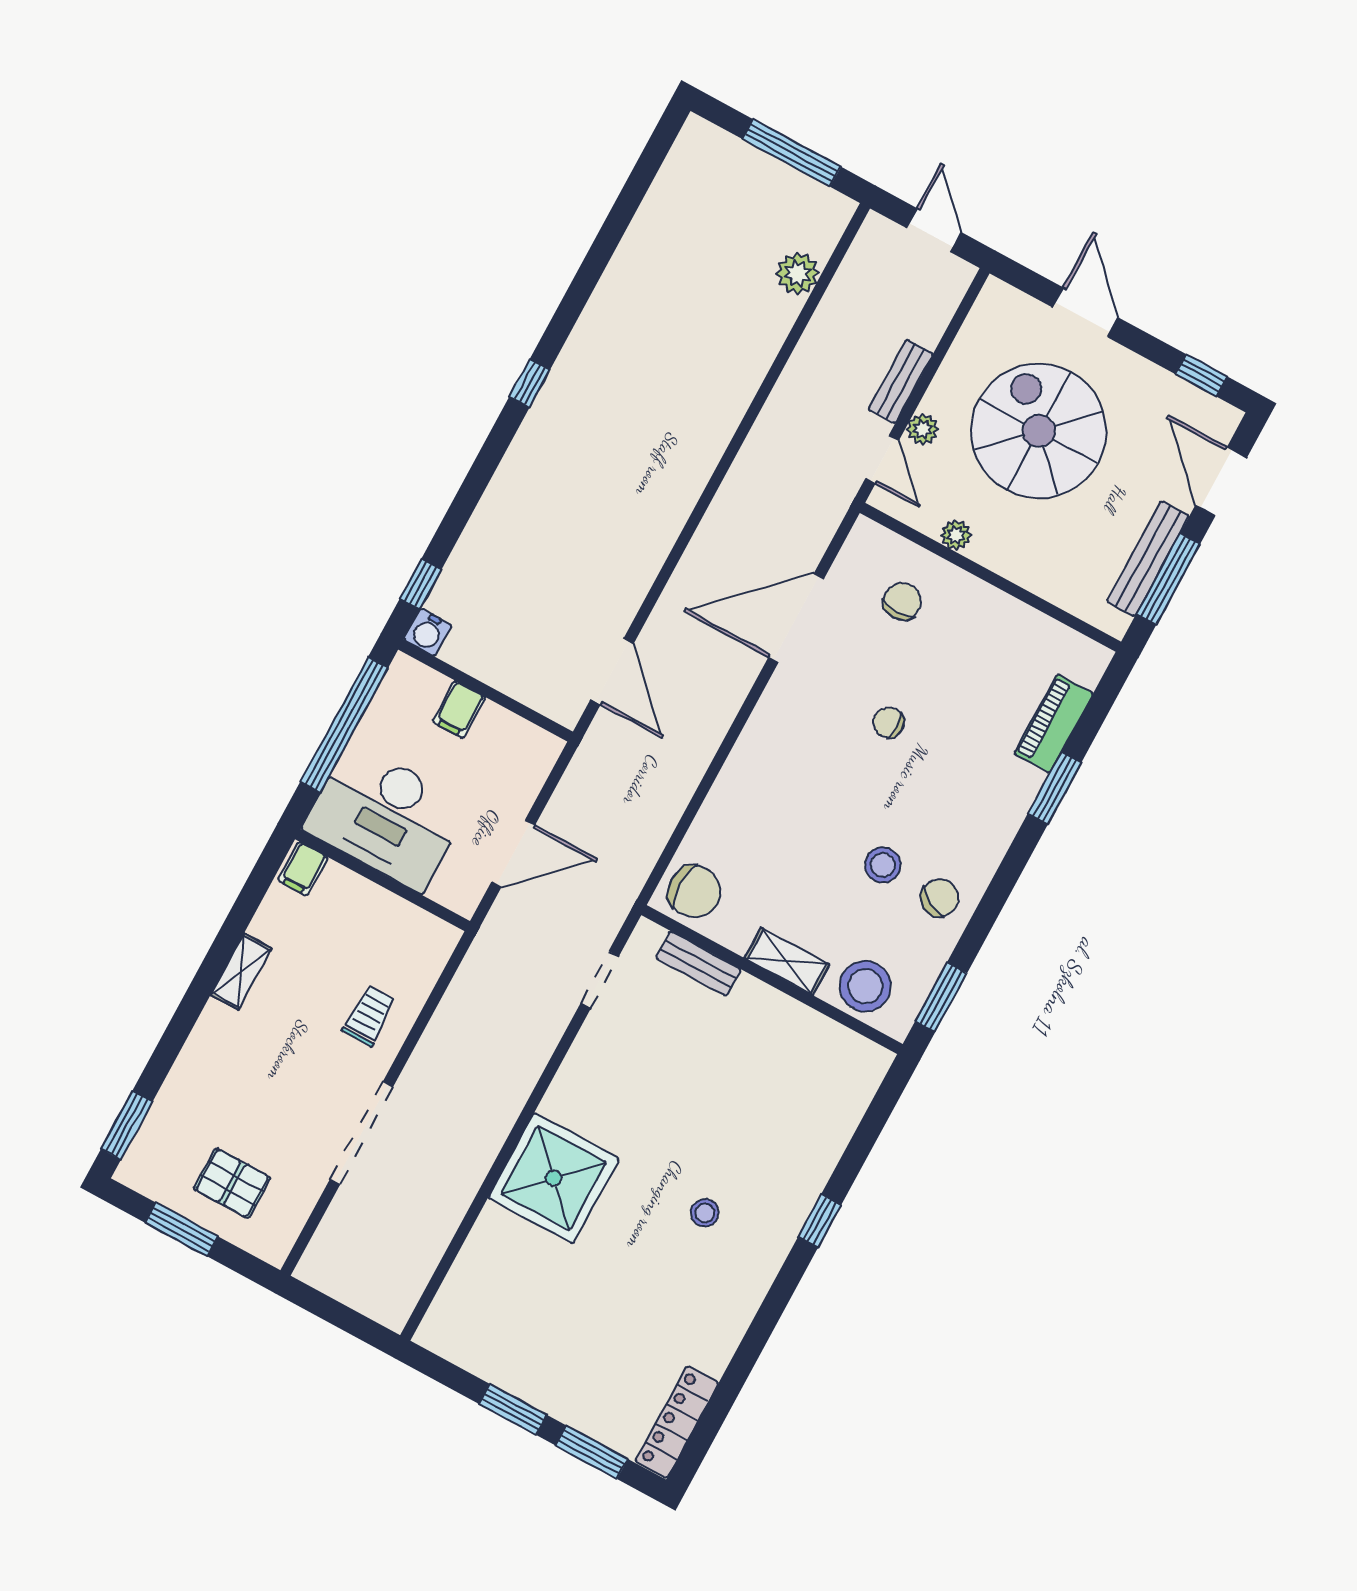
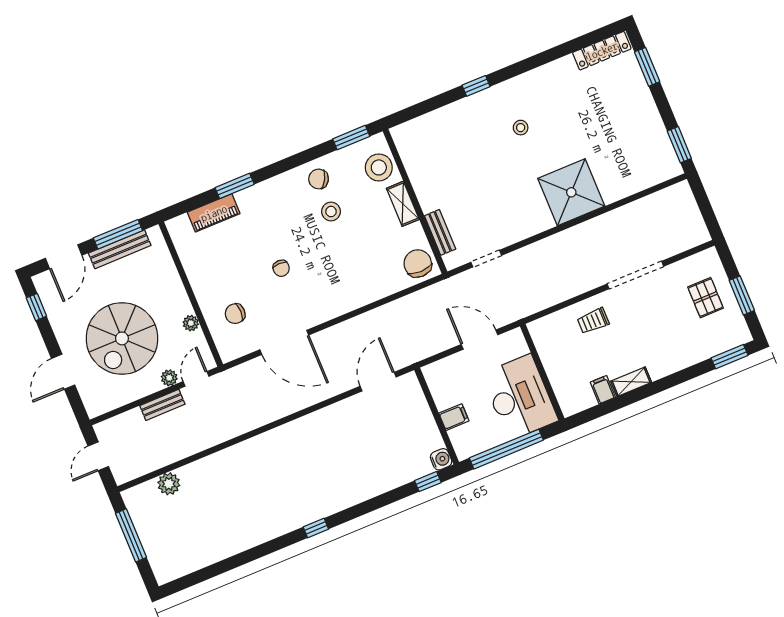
filing cabinet: (303, 869) -> (603, 390), moved, turned -90
window: (513, 1409) -> (679, 145), moved

